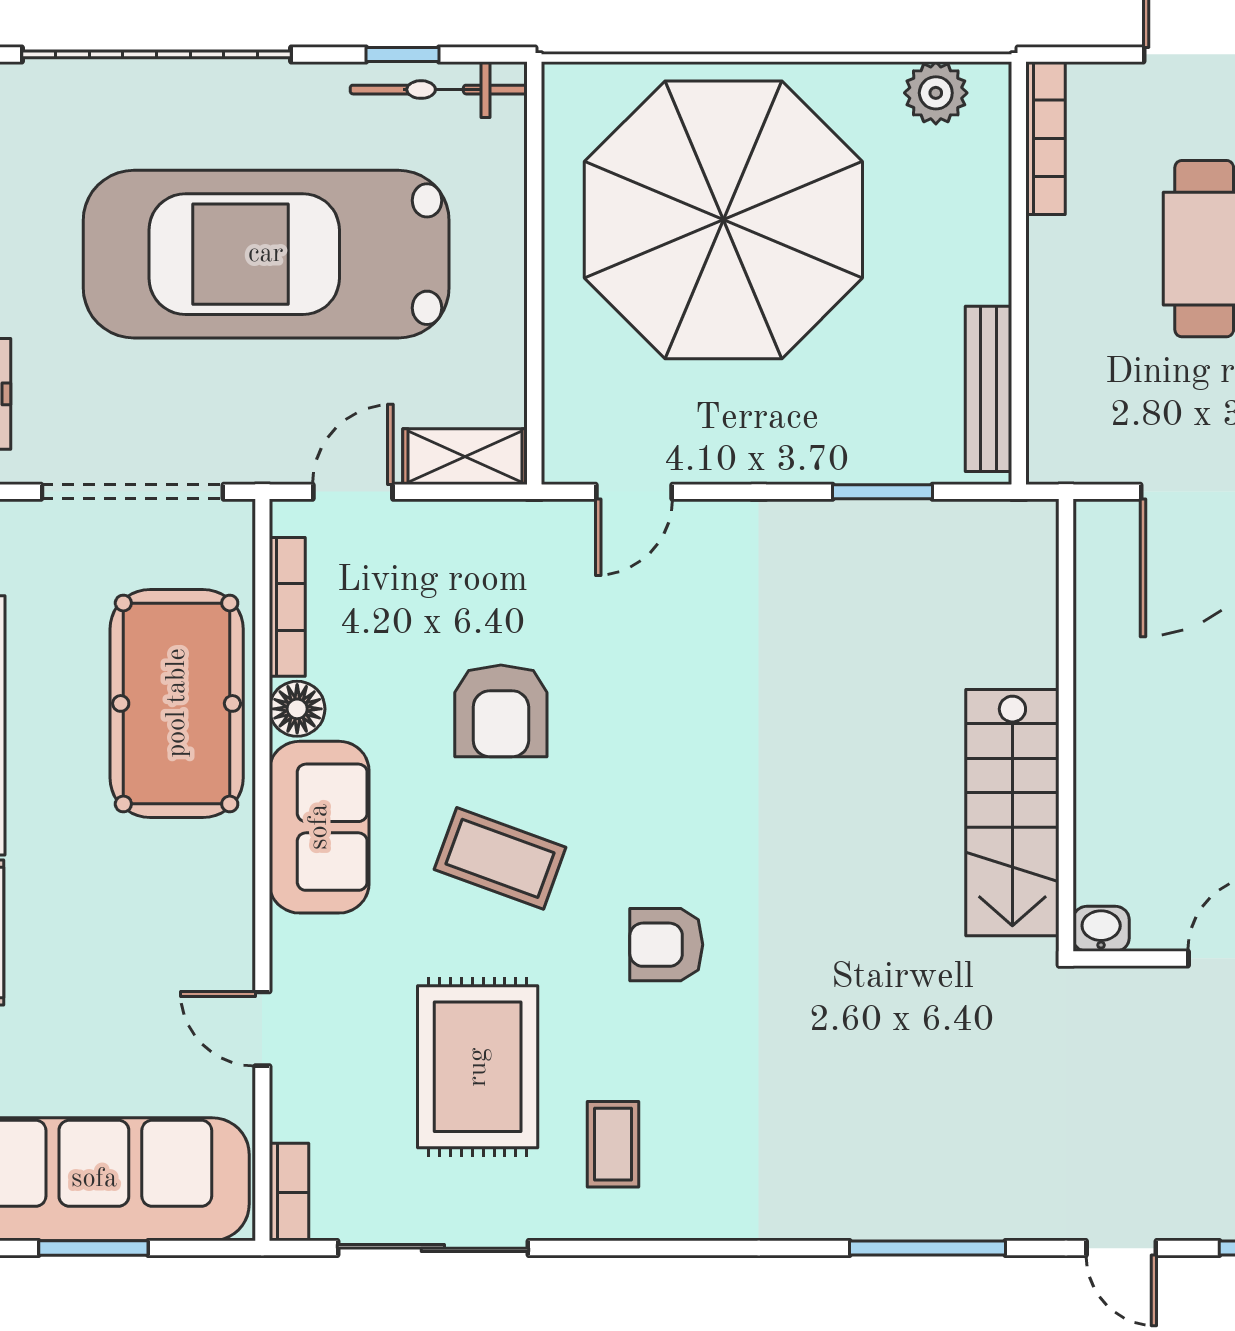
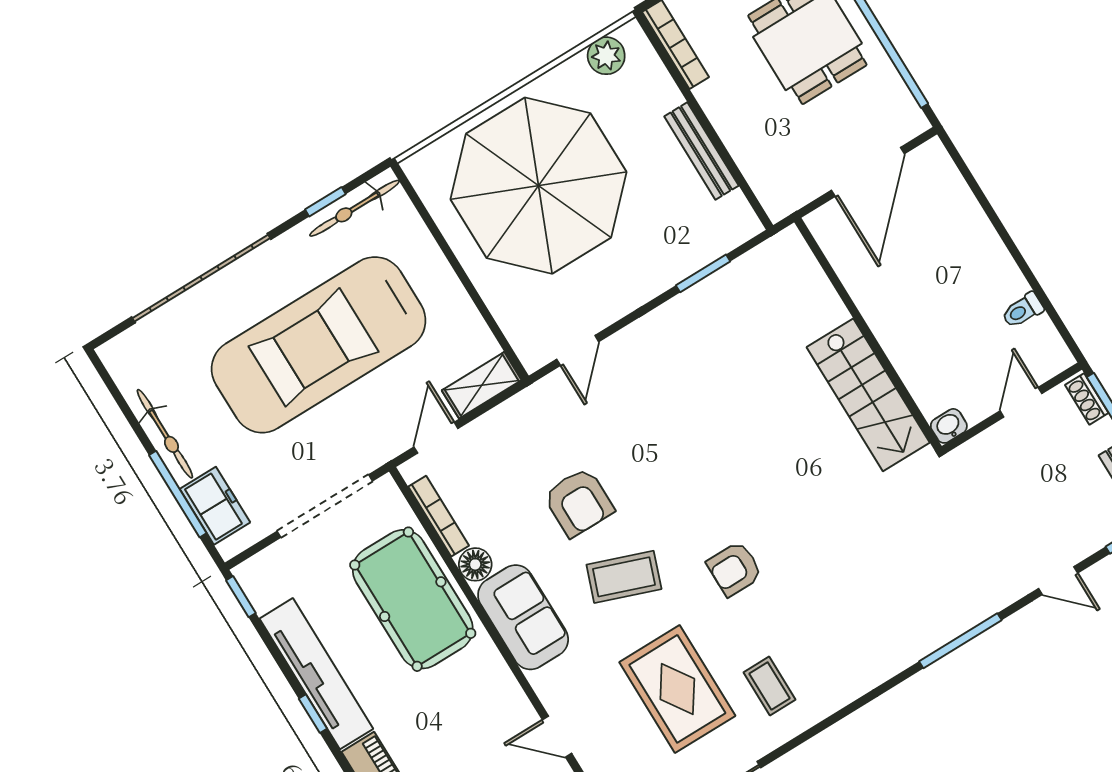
bench: (988, 389) -> (701, 151), moved

